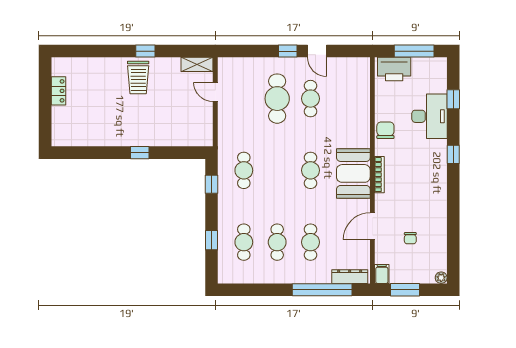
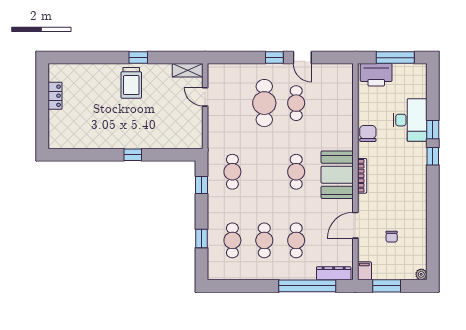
window: (453, 99) -> (433, 130), moved

